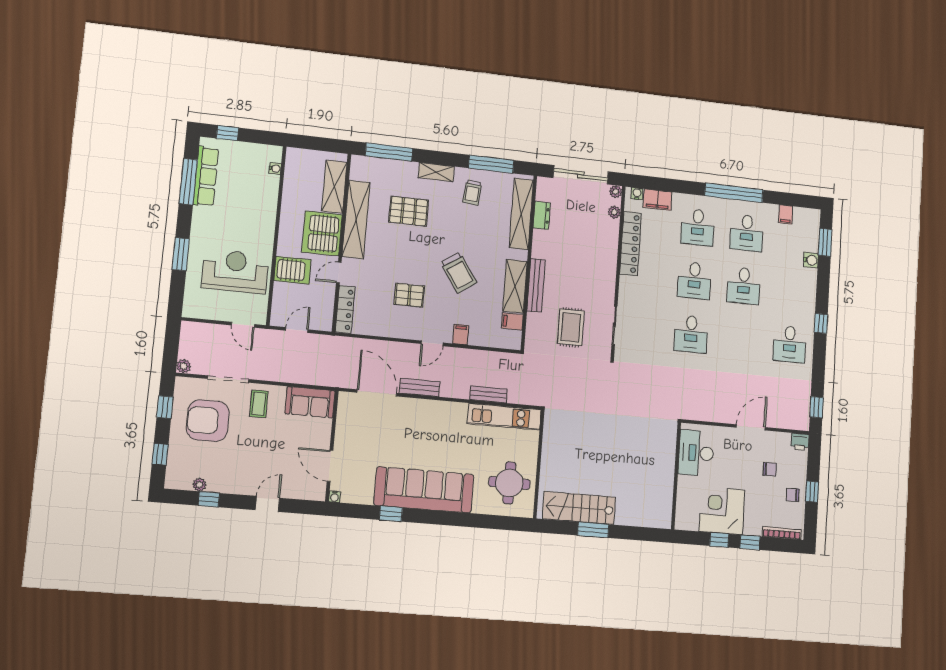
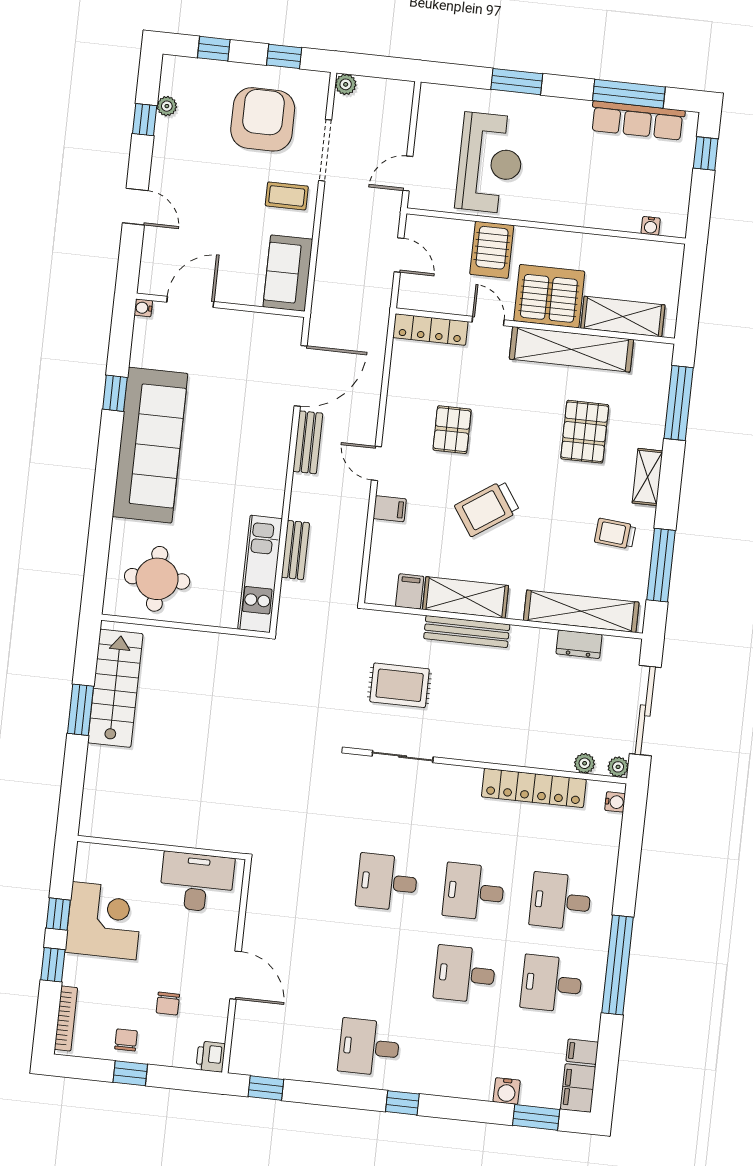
filing cabinet: (657, 200) -> (578, 1088), moved

